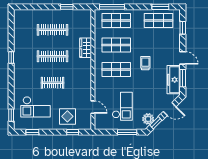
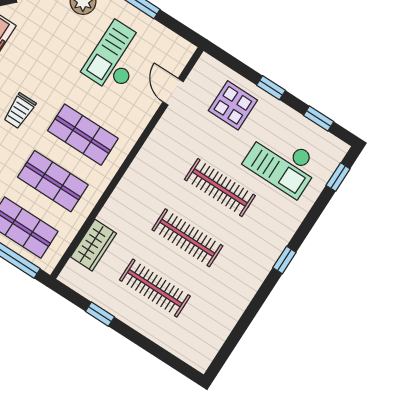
wardrobe: (86, 48) -> (93, 245), moved
window: (11, 57) -> (284, 260), moved
clothes rail: (53, 83) -> (220, 188), width x1.36
checkout: (35, 107) -> (282, 163), turned 180
window: (73, 132) -> (271, 88), moved

